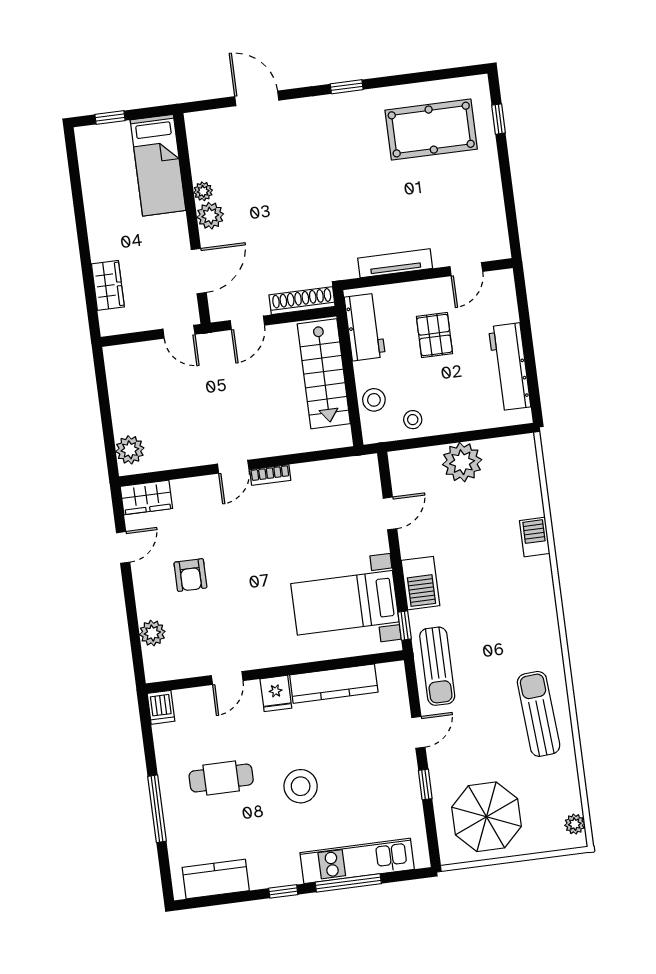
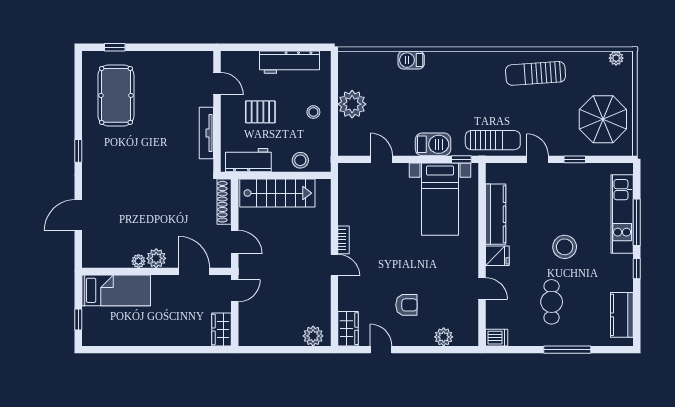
wardrobe: (108, 285) -> (222, 329), moved, turned -90
stool: (413, 420) -> (313, 112), moved

